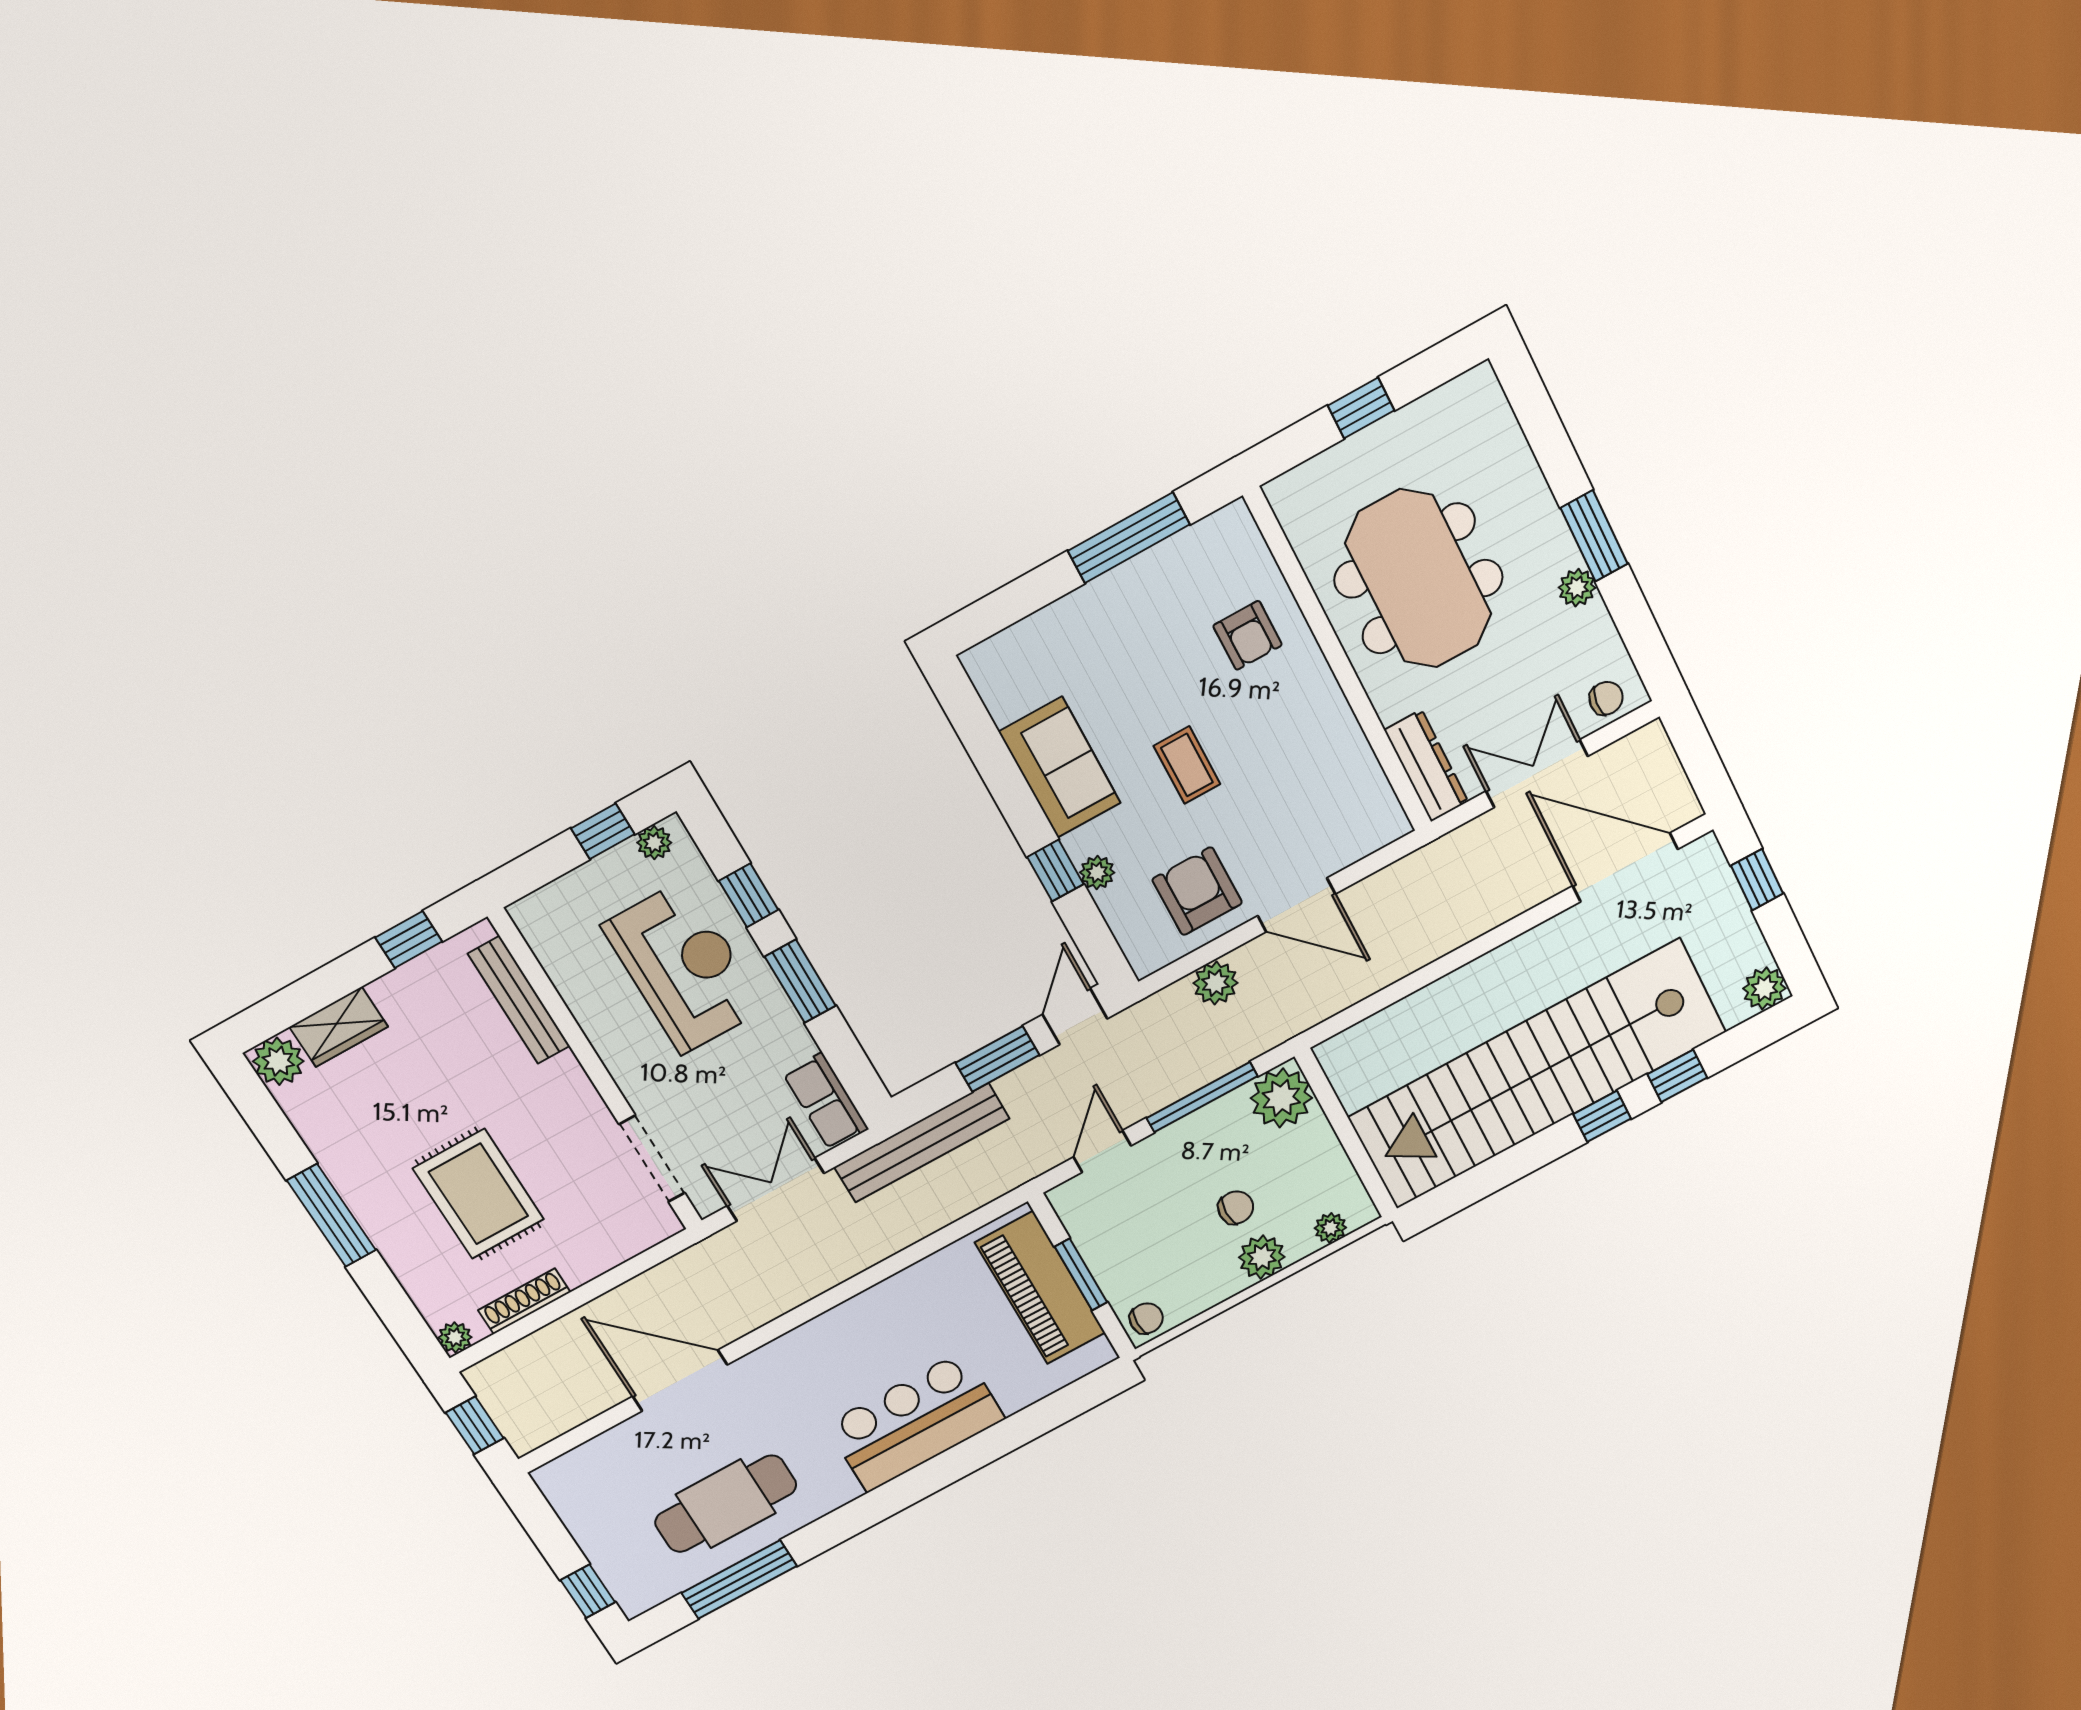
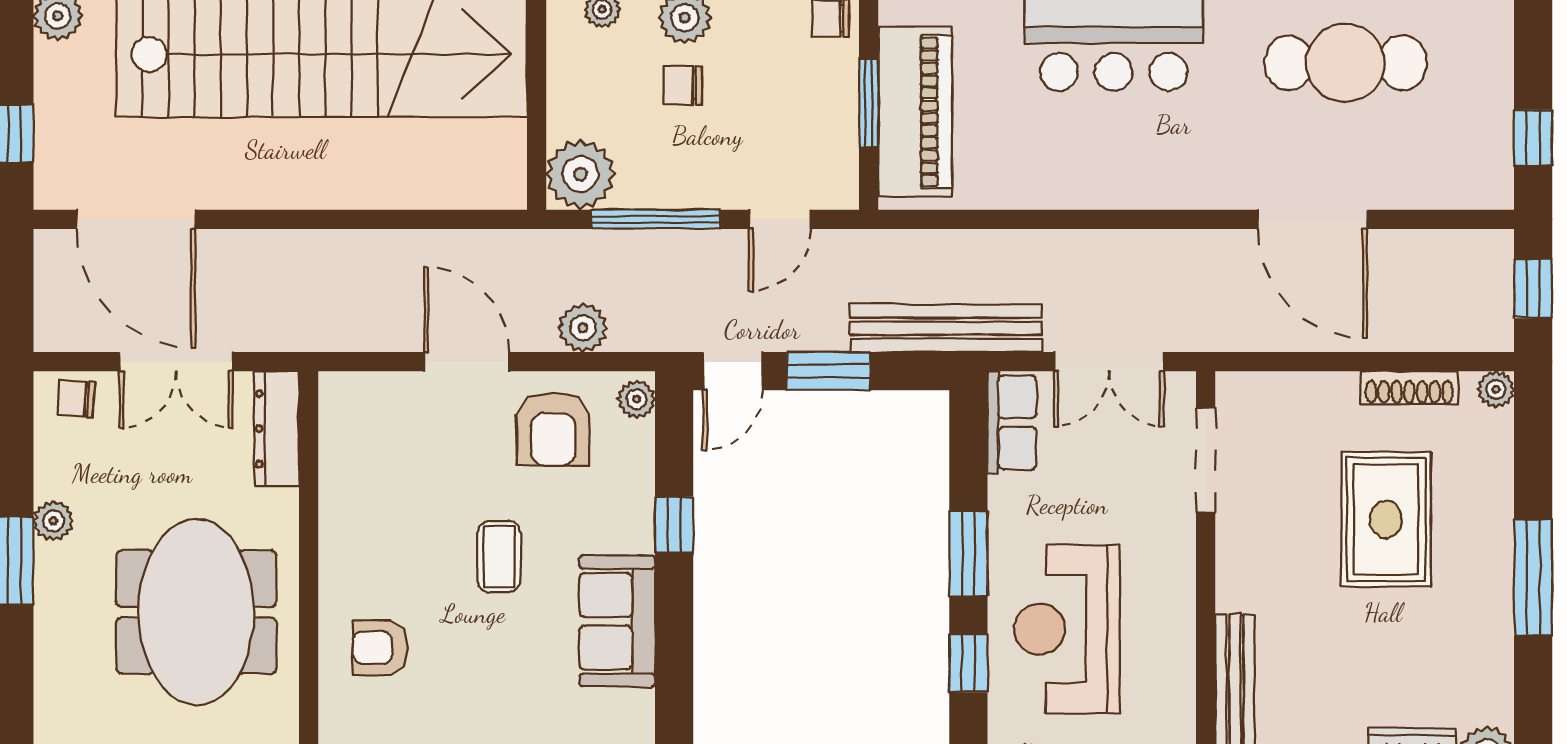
armchair: (1248, 635) -> (380, 648), turned -90
plant: (1097, 873) -> (637, 399), moved
window: (588, 1591) -> (1533, 138), moved

